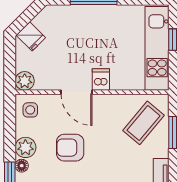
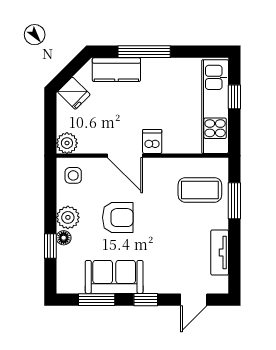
kitchen counter: (69, 15) -> (116, 70), added
coffee table: (144, 123) -> (200, 190), turned 50
armchair: (70, 148) -> (118, 218), turned 180

